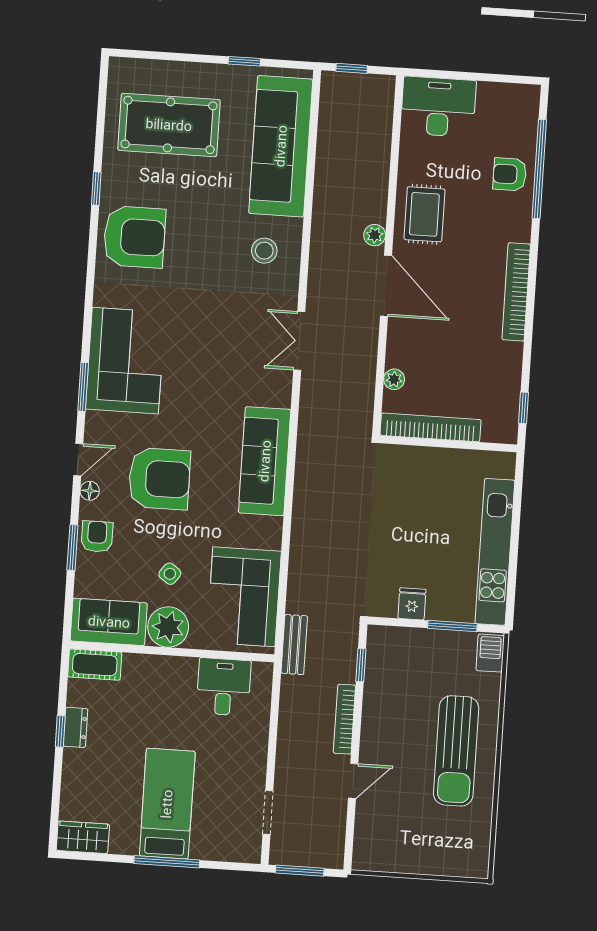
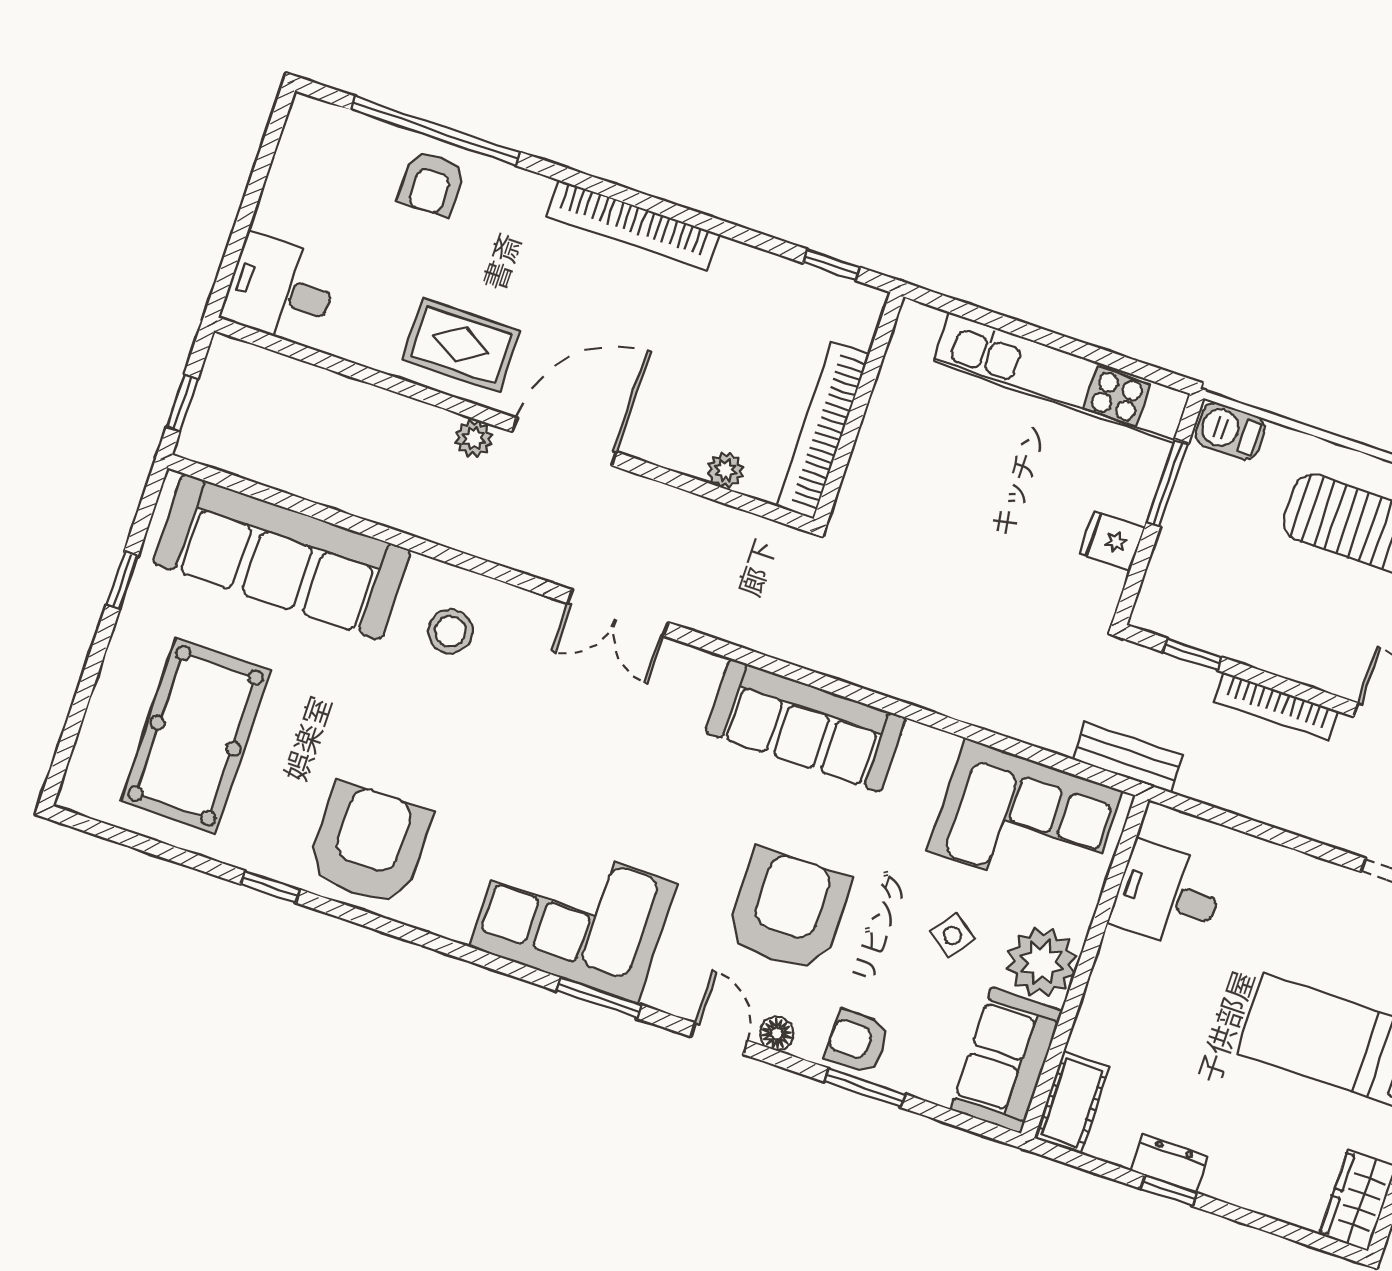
desk: (438, 107) -> (280, 290), width x0.73

